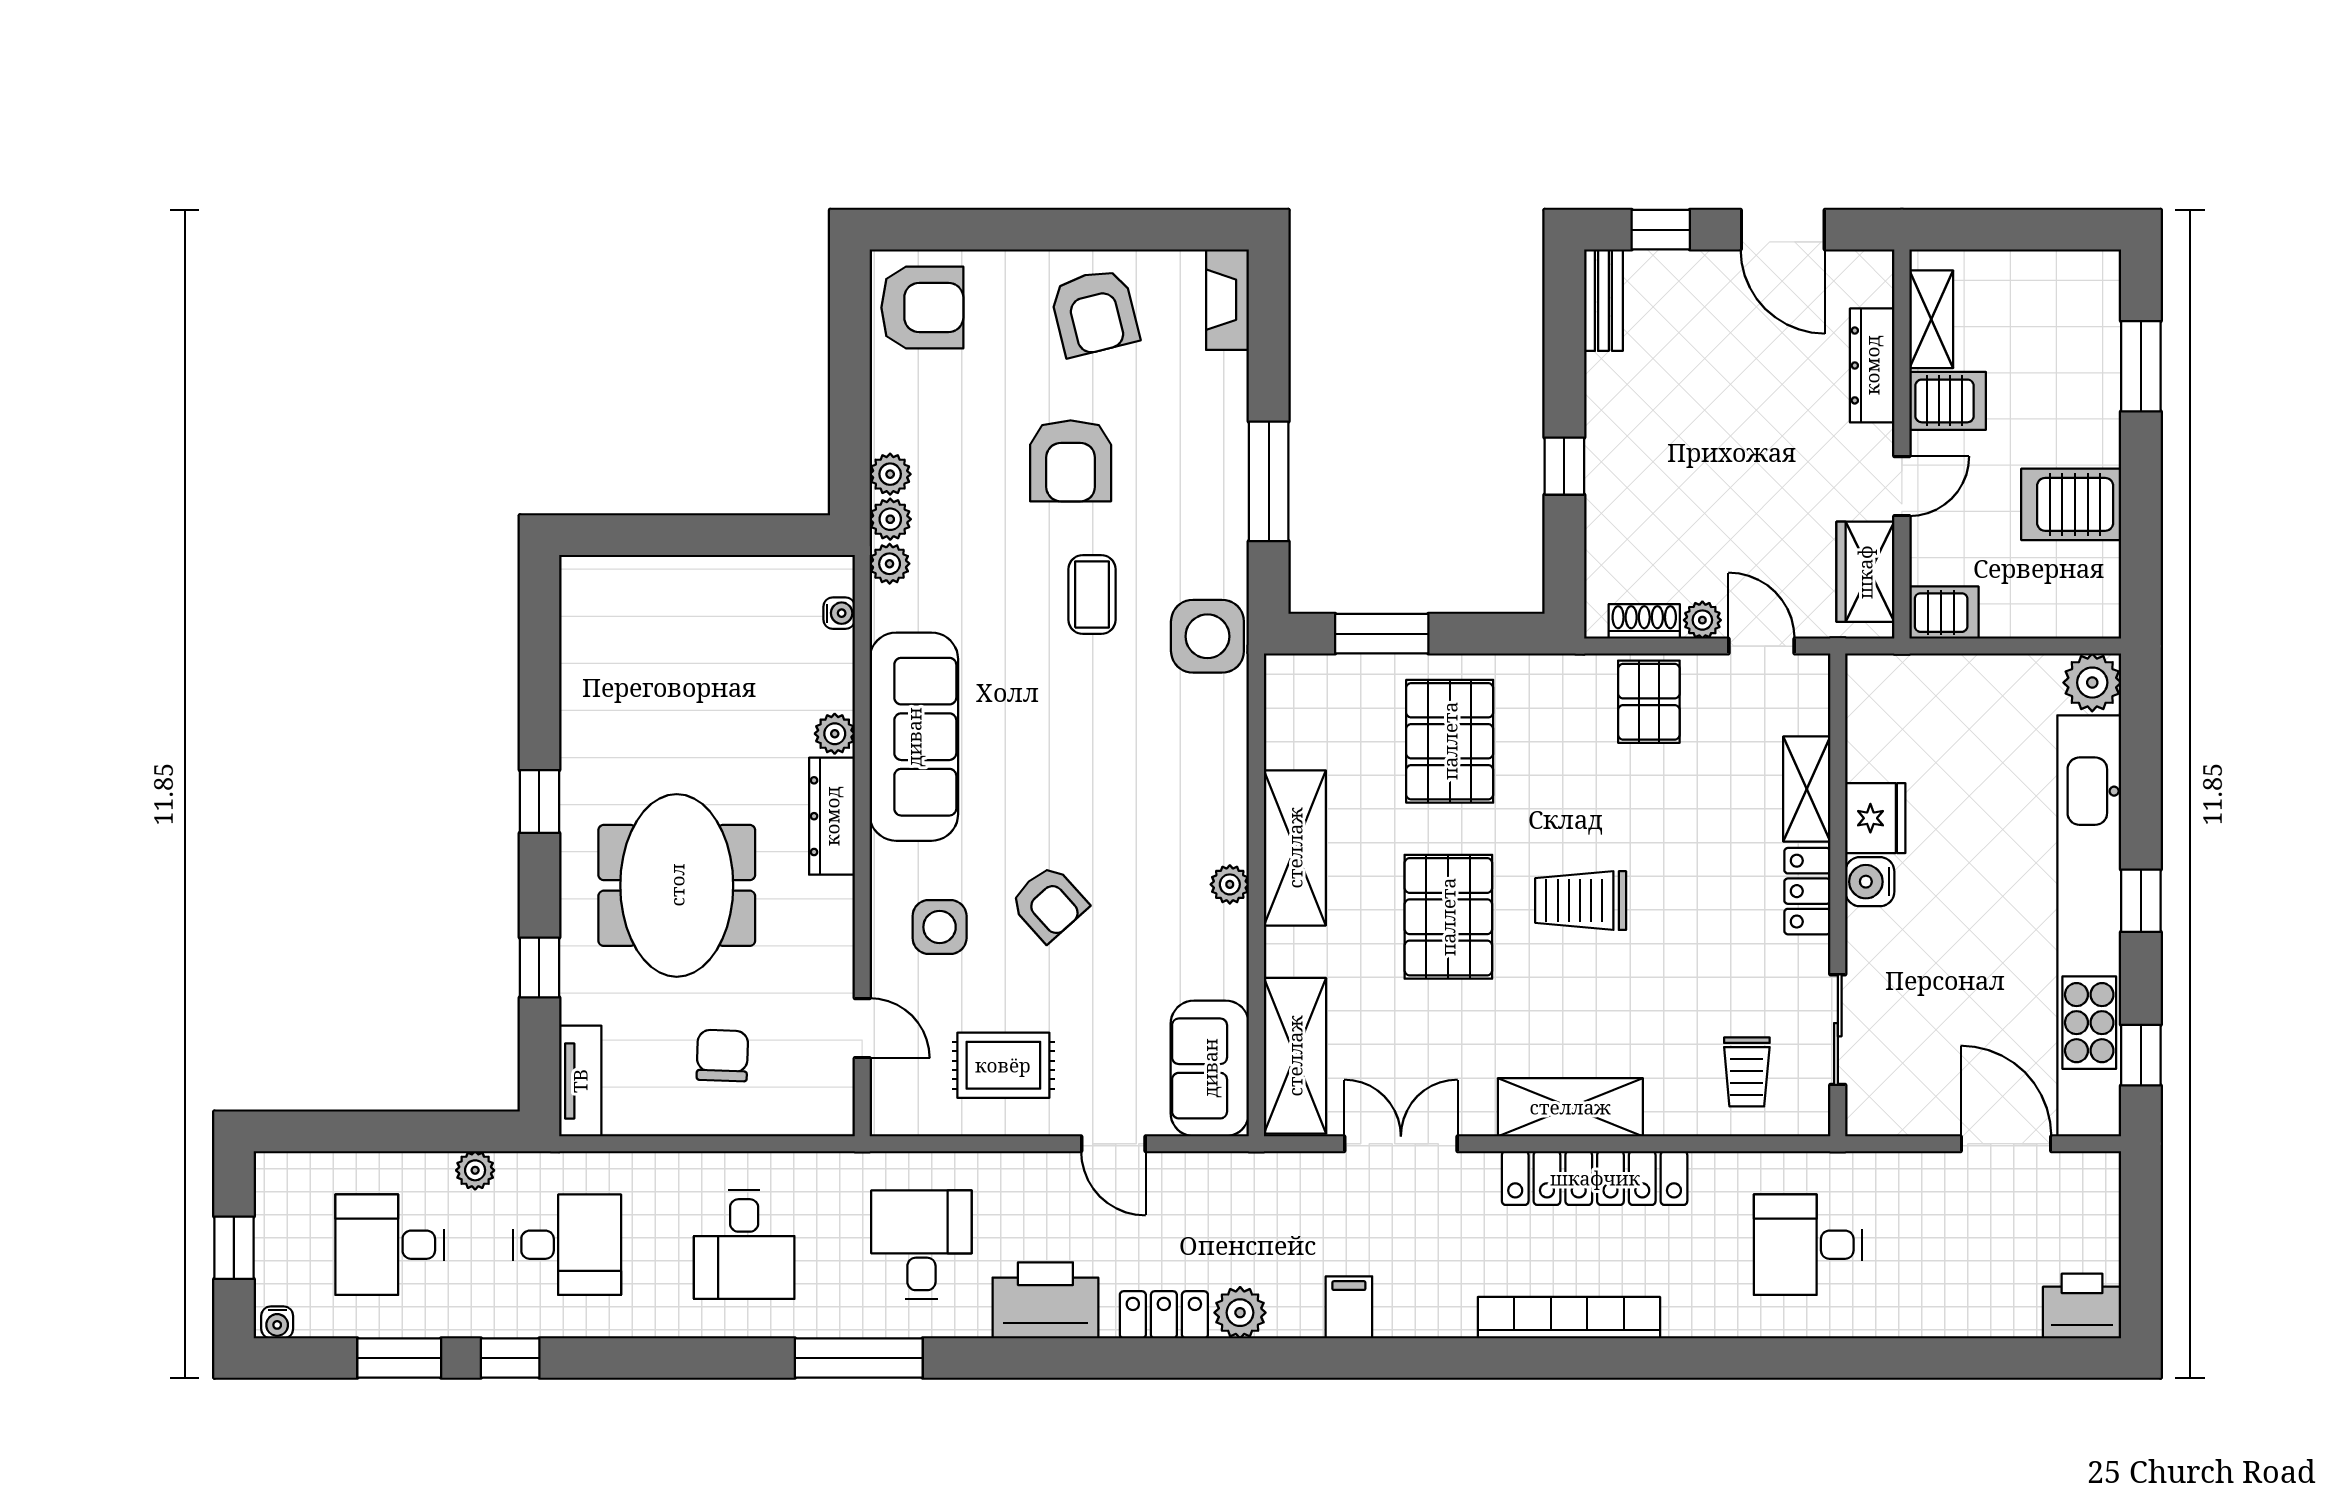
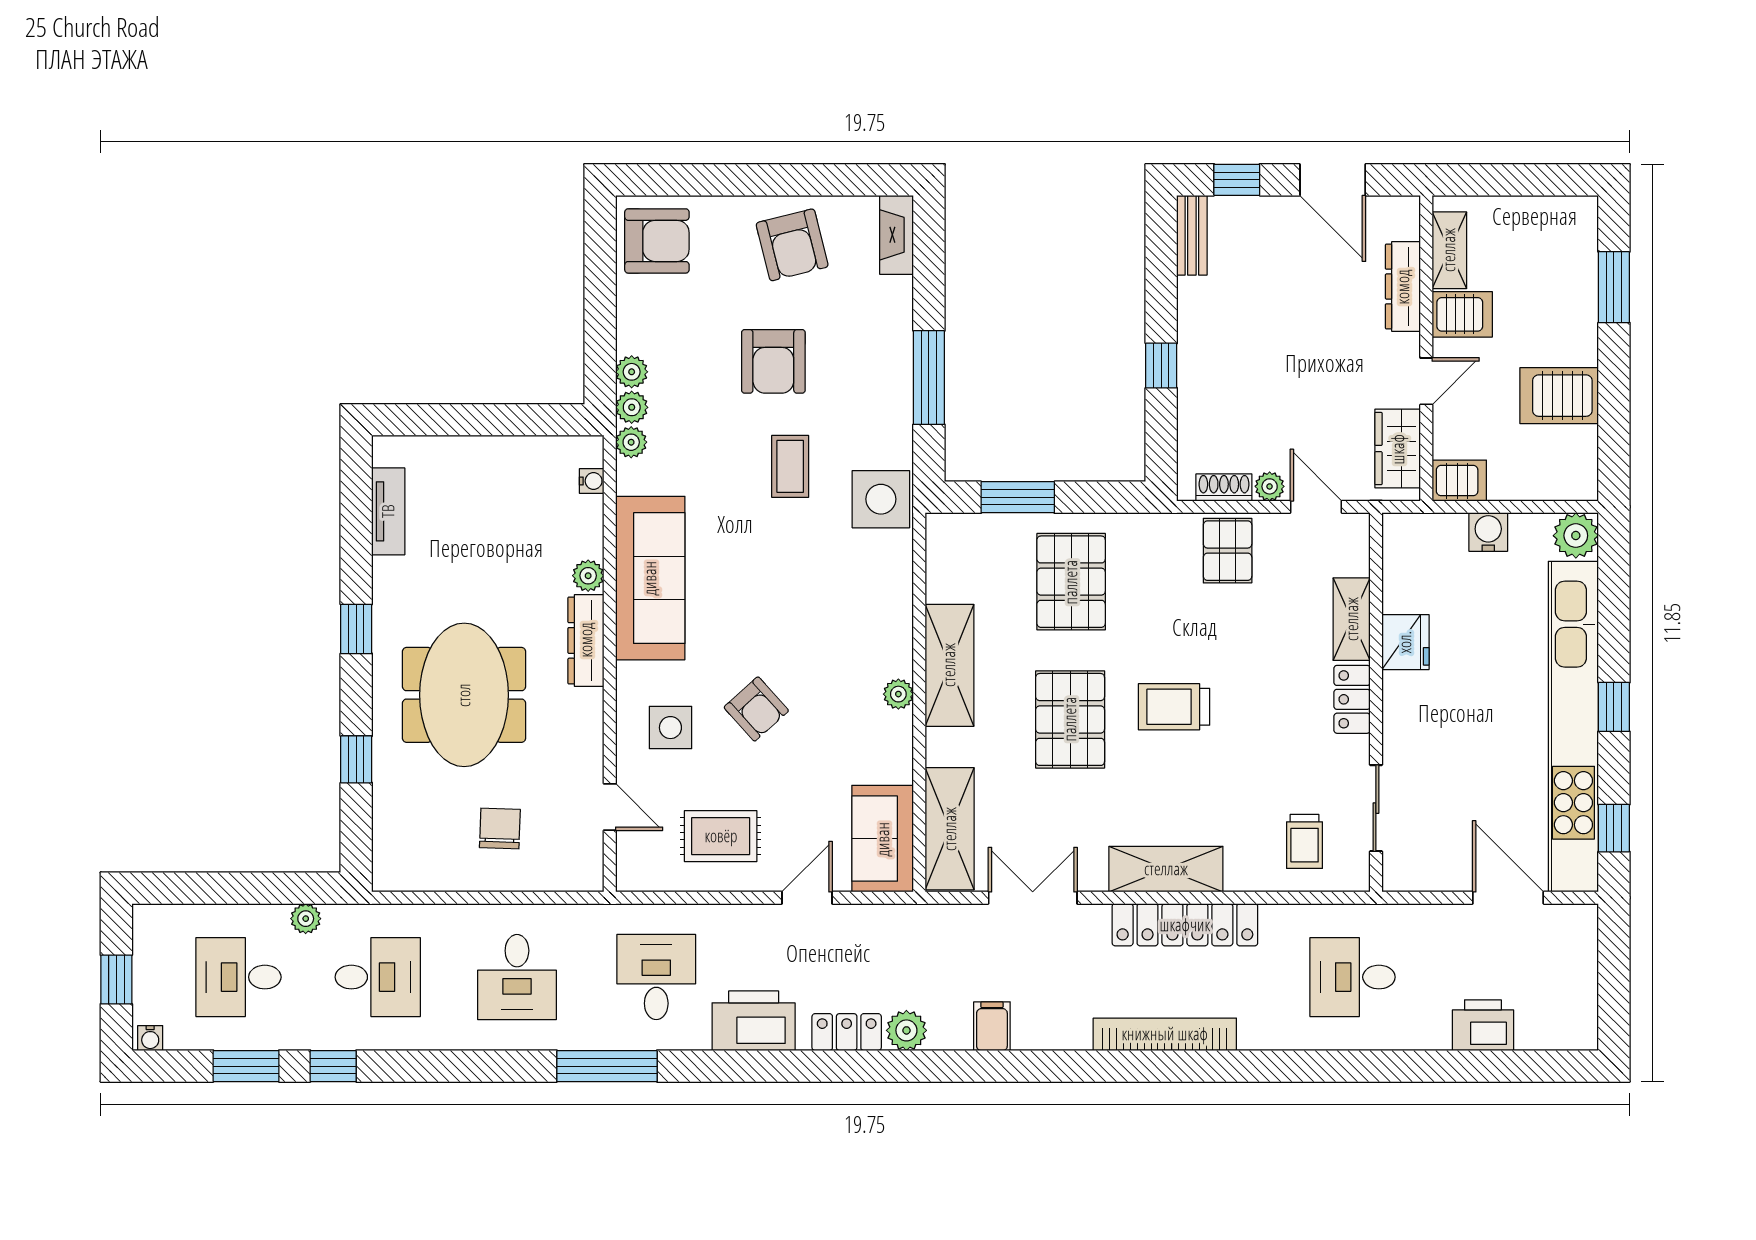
water cooler: (1870, 882) -> (1488, 532), moved, turned 90
tv unit: (580, 1081) -> (388, 511), moved
door: (1113, 1144) -> (807, 898), swing flipped
printer: (2082, 1306) -> (1483, 1025), moved

